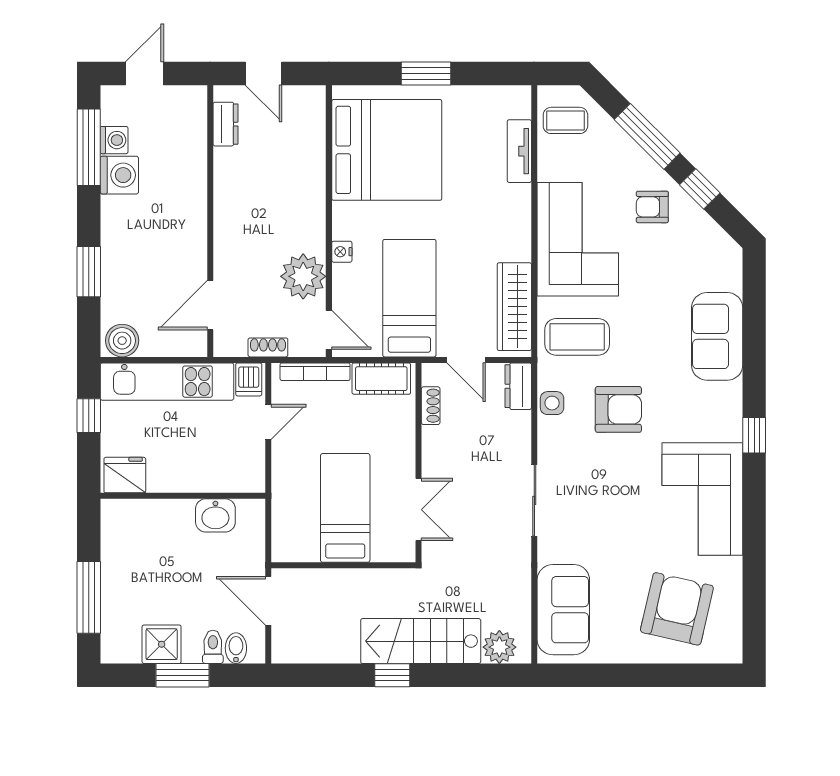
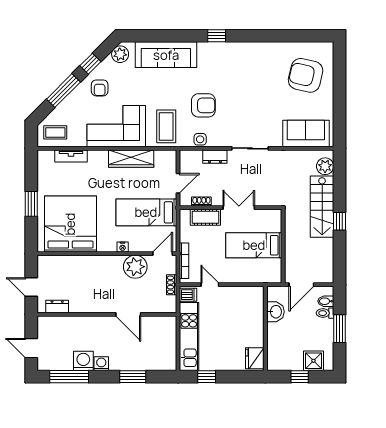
door: (264, 74) -> (31, 287), swing flipped
coffee table: (565, 120) -> (55, 132), turned 90
washing machine: (114, 140) -> (101, 364), moved
plant: (718, 247) -> (120, 54), added
door: (210, 305) -> (128, 314), moved
wardrobe: (514, 307) -> (131, 159), moved
sofa: (717, 336) -> (166, 55), width x1.36
boiler: (122, 341) -> (168, 360), removed
cot: (381, 379) -> (205, 217), moved, turned 90
dresser: (518, 386) -> (215, 157), moved
armchair: (618, 409) -> (203, 105), turned 90
fridge: (125, 475) -> (255, 358), moved
wall: (183, 496) -> (265, 328), moved
corner sofa: (702, 499) -> (249, 62), removed
double door: (419, 510) -> (239, 208), moved
washbasin: (215, 515) -> (275, 312), moved
window: (89, 597) -> (300, 377), width x0.46
shower: (162, 644) -> (313, 361), moved

